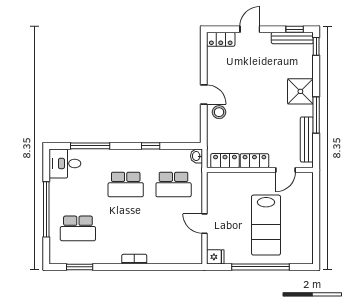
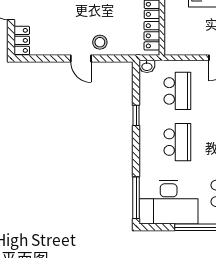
door: (204, 94) -> (81, 59), swing flipped
window: (90, 146) -> (136, 198), moved
desk: (65, 163) -> (169, 202), width x1.87, depth x1.30

